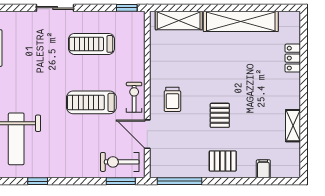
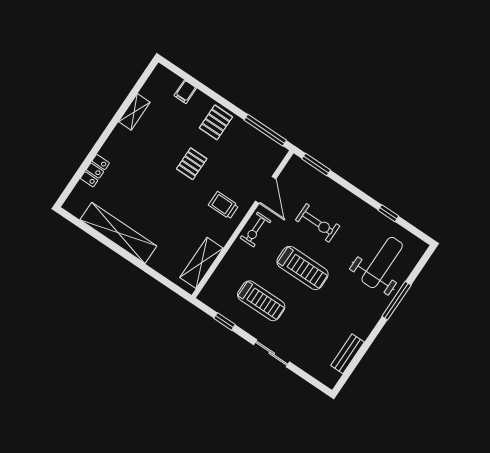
window: (127, 8) -> (224, 321), moved
shelving: (179, 21) -> (202, 263), moved, turned 90
trolley: (172, 99) -> (223, 205), turned -90
treadmill: (91, 102) -> (303, 268), moved
pallet: (223, 161) -> (216, 122), turned 90
exercise bike: (120, 162) -> (318, 223), moved

